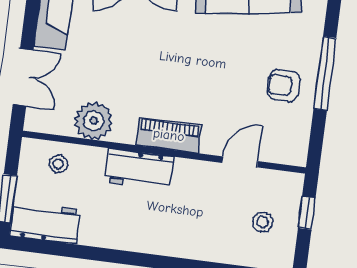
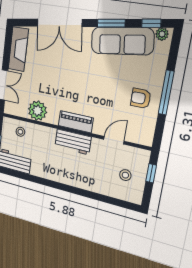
workbench: (139, 169) -> (73, 142), moved

